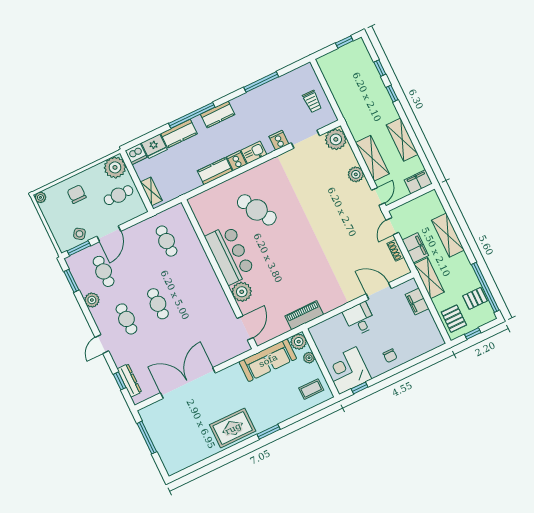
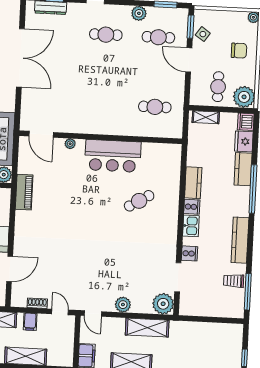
window: (261, 82) -> (248, 292), moved
trolley: (312, 101) -> (234, 281), moved
kitchen counter: (218, 114) -> (240, 240), moved, width x1.50
shelving: (372, 158) -> (147, 328), moved
cafe table: (257, 210) -> (139, 201), width x0.73, depth x0.74
filing cabinet: (415, 248) -> (30, 322), width x0.50
plant: (242, 292) -> (70, 144), width x0.53, depth x0.53
cafe table: (158, 304) -> (104, 69), removed

